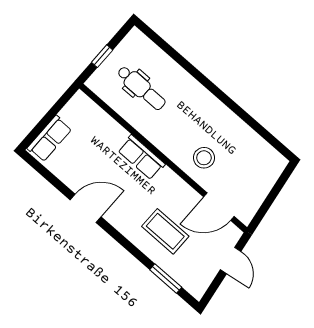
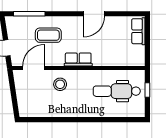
dental chair: (141, 88) -> (117, 91), width x1.36, depth x1.38
row of seats: (141, 157) -> (78, 59), moved
window: (166, 278) -> (29, 14), width x1.44

